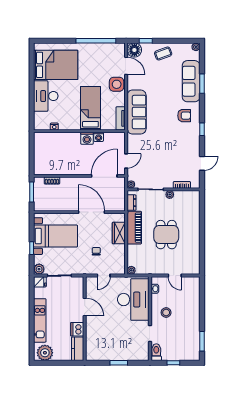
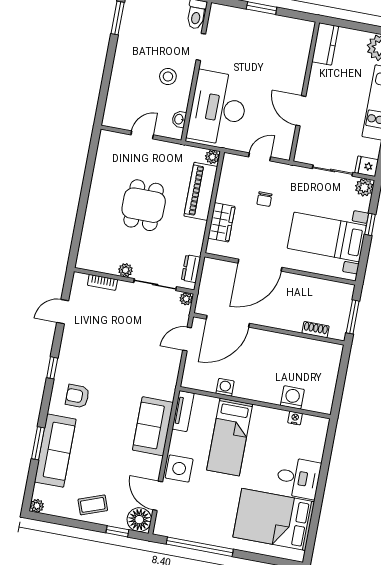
desk: (46, 96) -> (298, 478), width x0.73
sofa: (137, 112) -> (153, 426), width x0.73
washing machine: (87, 138) -> (292, 397), moved
door: (92, 212) -> (260, 265), hinge flipped
piano: (134, 228) -> (201, 191), moved
door: (175, 276) -> (142, 135), hinge flipped
dishwasher: (77, 329) -> (320, 76), removed

